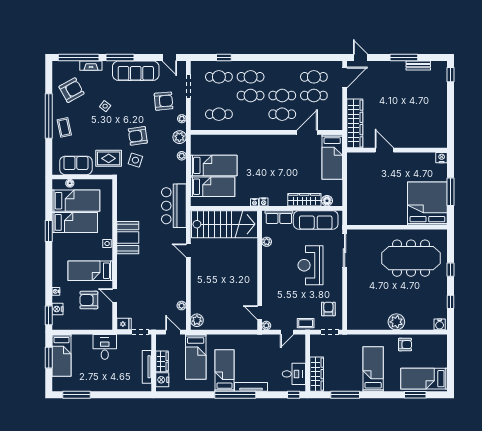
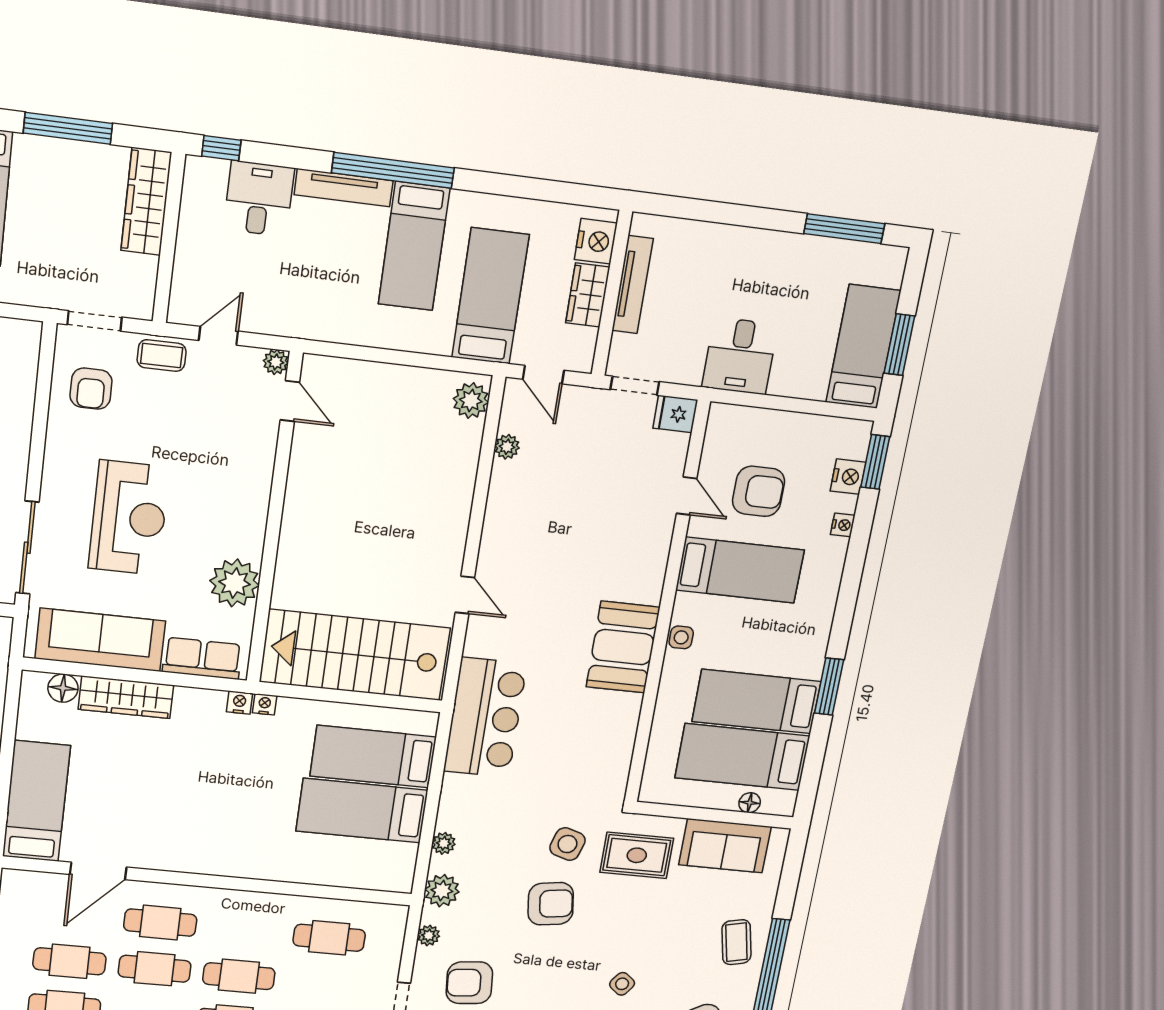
plant: (267, 242) -> (235, 583), width x1.87, depth x1.87
desk: (294, 374) -> (259, 199), moved, turned 90

